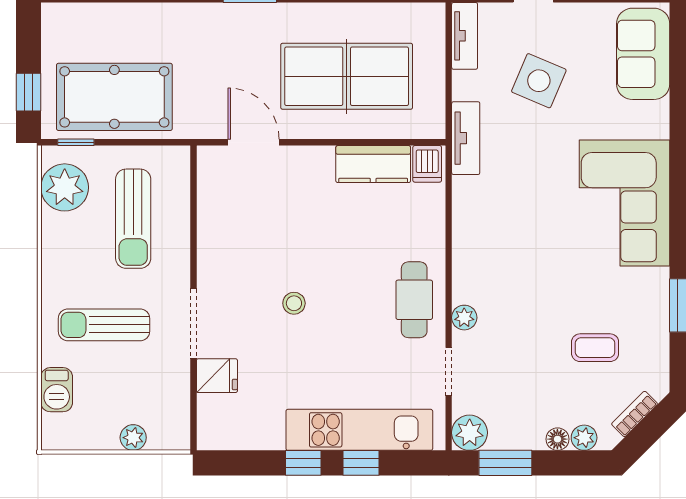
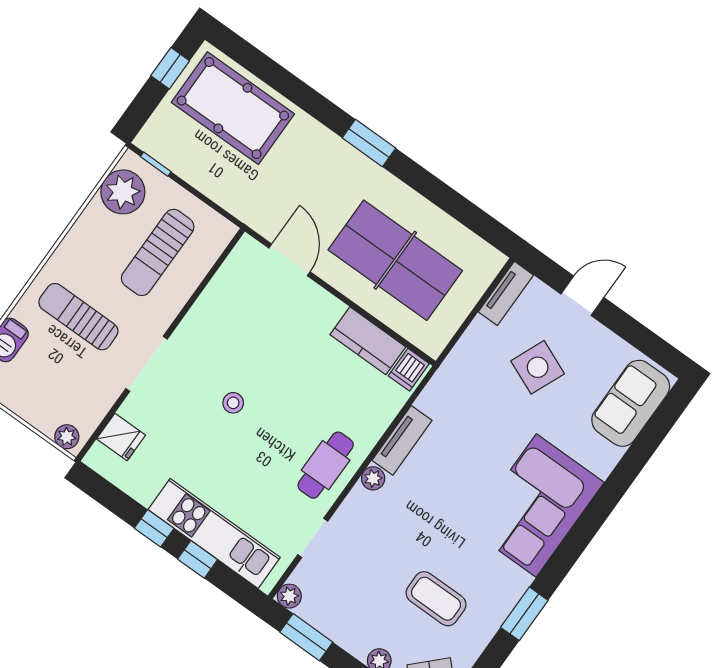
window: (28, 92) -> (170, 68), moved
pool table: (114, 97) -> (233, 108), moved
tv unit: (466, 138) -> (402, 440), moved
plant: (464, 318) -> (373, 478), moved
coffee table: (595, 348) -> (436, 599), width x1.36, depth x1.30
fridge: (217, 376) -> (121, 437), moved
plant: (470, 433) -> (289, 596), width x0.73, depth x0.73
plant: (133, 438) -> (67, 437), moved
floor lamp: (557, 439) -> (358, 647), removed

